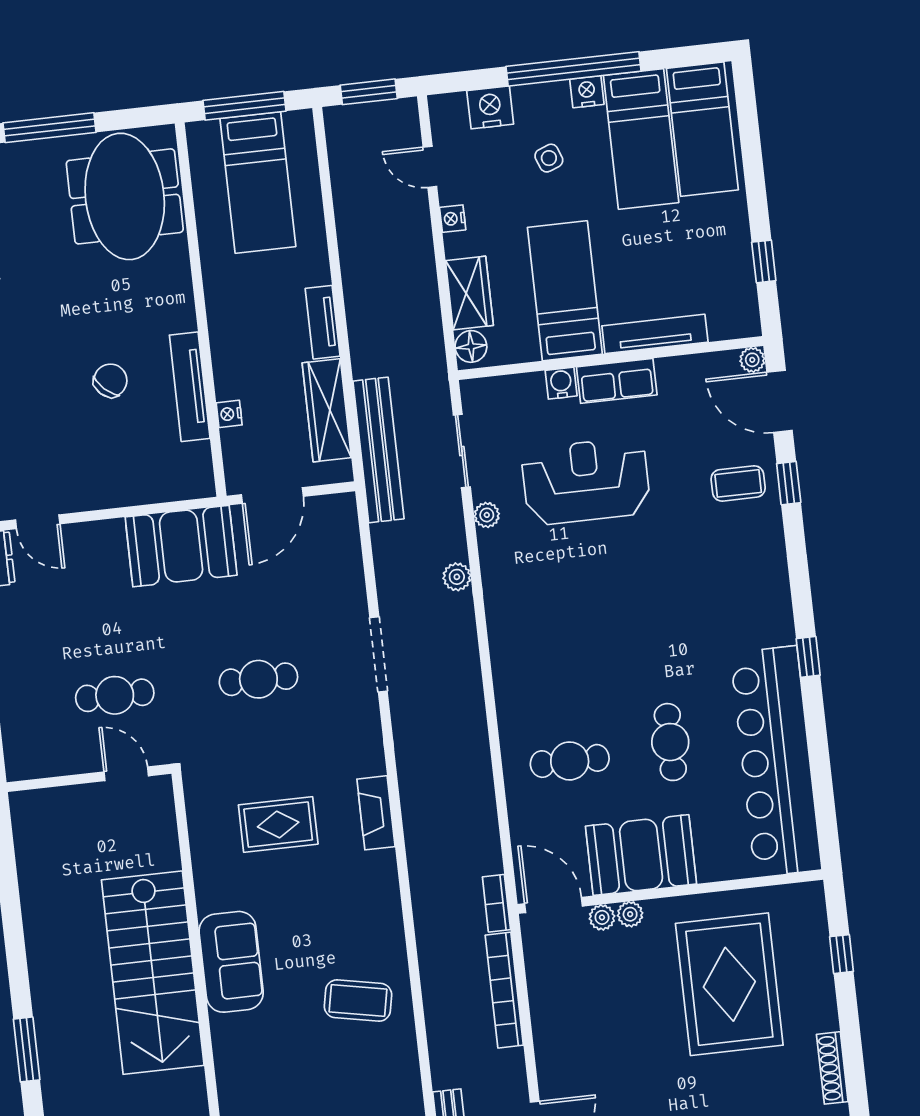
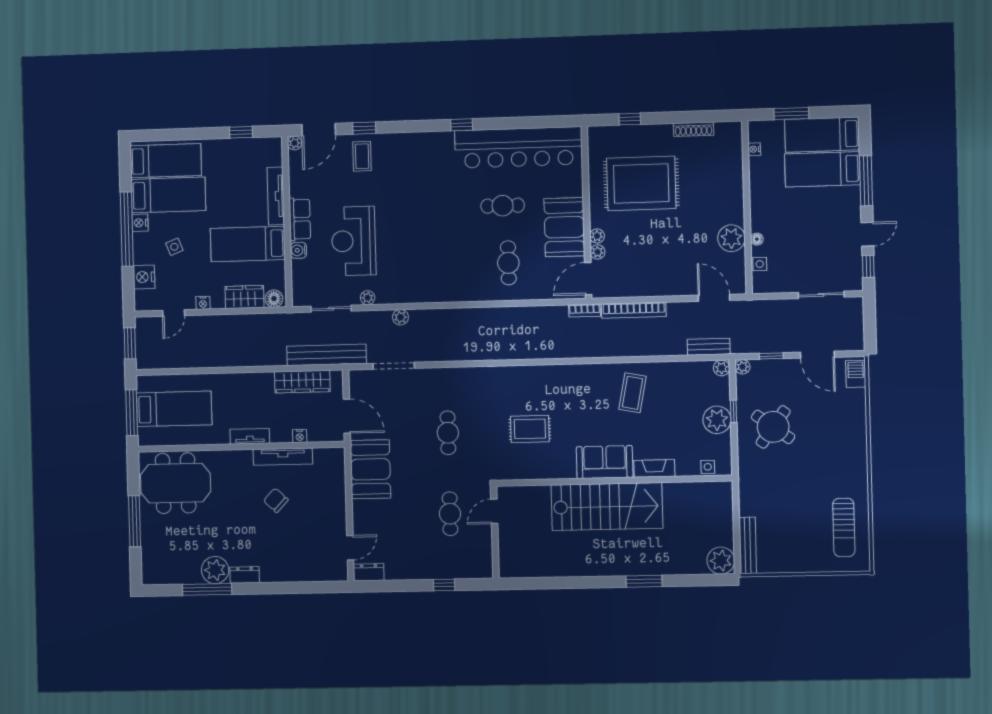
tv unit: (323, 322) -> (250, 436), moved, turned 180
doorway: (379, 654) -> (394, 366), moved
fireplace: (376, 813) -> (654, 468), moved, turned 180
rug: (278, 824) -> (530, 429), turned 90

